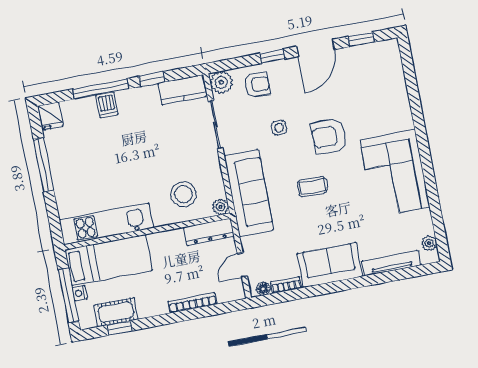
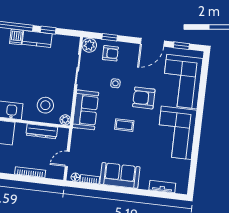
window: (272, 56) -> (110, 37), moved
kitchen counter: (182, 90) -> (37, 39), moved
corner sofa: (379, 93) -> (182, 82), added
sofa: (249, 193) -> (86, 110), width x0.73
dresser: (209, 232) -> (42, 131), moved
plant: (429, 243) -> (184, 181), removed
tv unit: (391, 263) -> (162, 187), width x0.71

